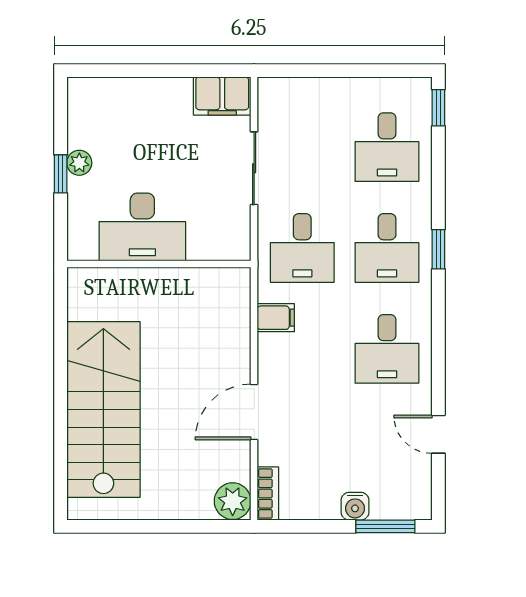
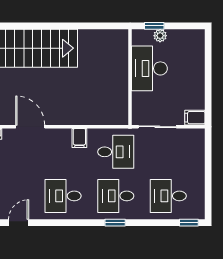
filing cabinet: (222, 96) -> (195, 118), width x0.50
desk: (142, 227) -> (149, 68), moved
desk: (302, 248) -> (116, 152), turned 180
wall: (159, 264) -> (130, 77), moved

